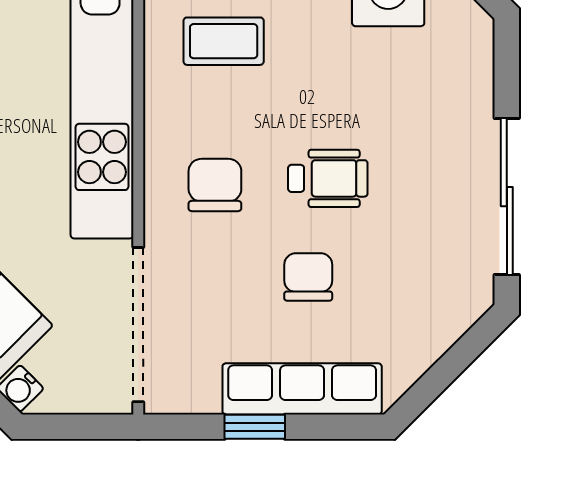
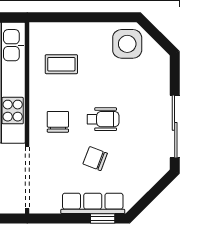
chair: (308, 277) -> (95, 159), turned -69
window: (255, 427) -> (103, 219), moved

